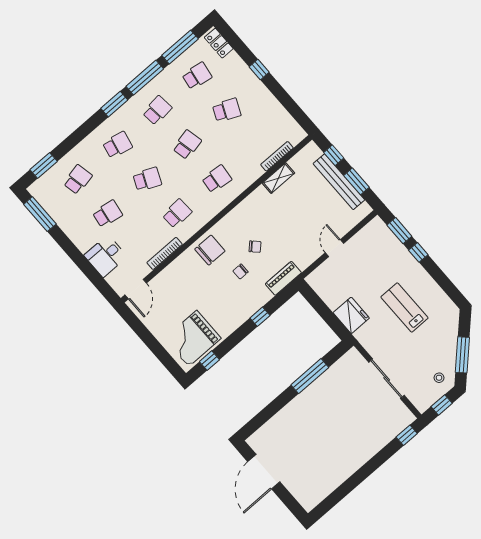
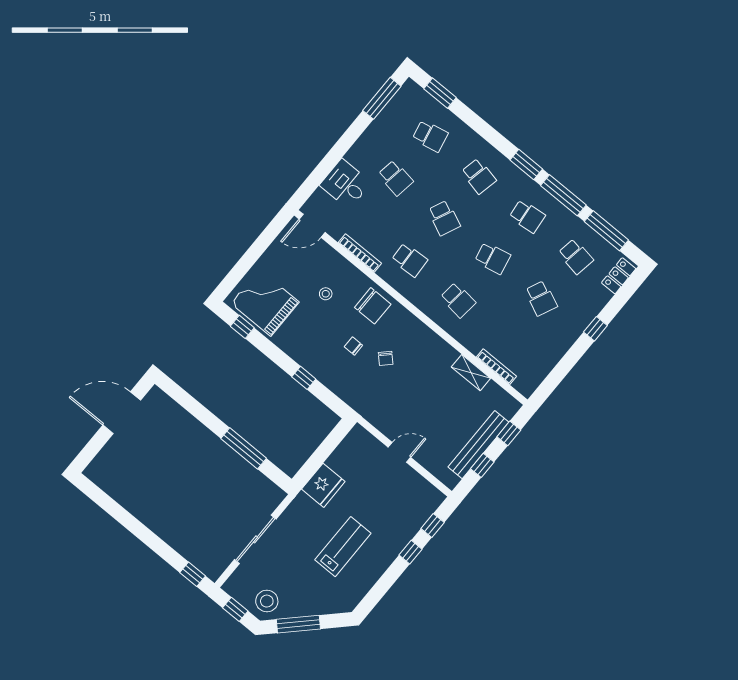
window: (357, 181) -> (482, 465), width x0.67
window: (399, 231) -> (433, 526), width x0.67
piano: (283, 278) -> (354, 398), removed
stool: (194, 287) -> (326, 294), added
stool: (439, 378) -> (267, 601), width x1.89, depth x1.89

